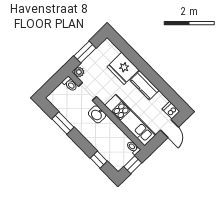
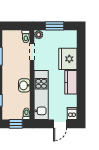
washbasin: (97, 114) -> (24, 85), moved

